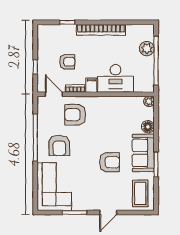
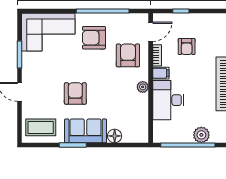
plant: (149, 101) -> (143, 87), moved
armchair: (110, 162) -> (75, 93), turned 180

